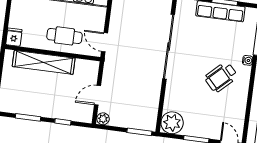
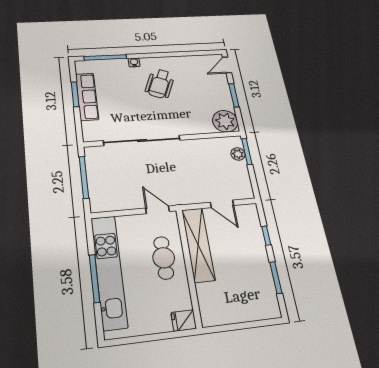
door: (104, 42) -> (158, 210), swing flipped
shelving: (44, 62) -> (198, 245), moved
wheelchair: (221, 77) -> (160, 84), turned 66
plant: (103, 119) -> (238, 154), moved

